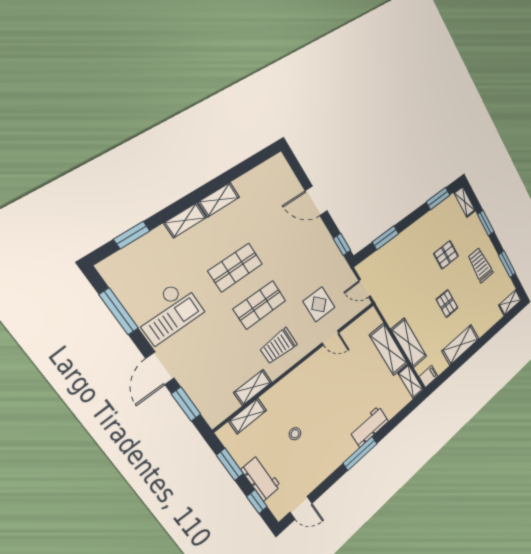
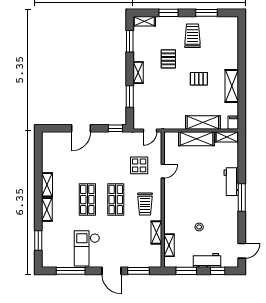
trolley: (480, 265) -> (193, 36), turned 90
shelving: (510, 302) -> (138, 73), moved
checkout: (168, 312) -> (87, 248), turned 180

